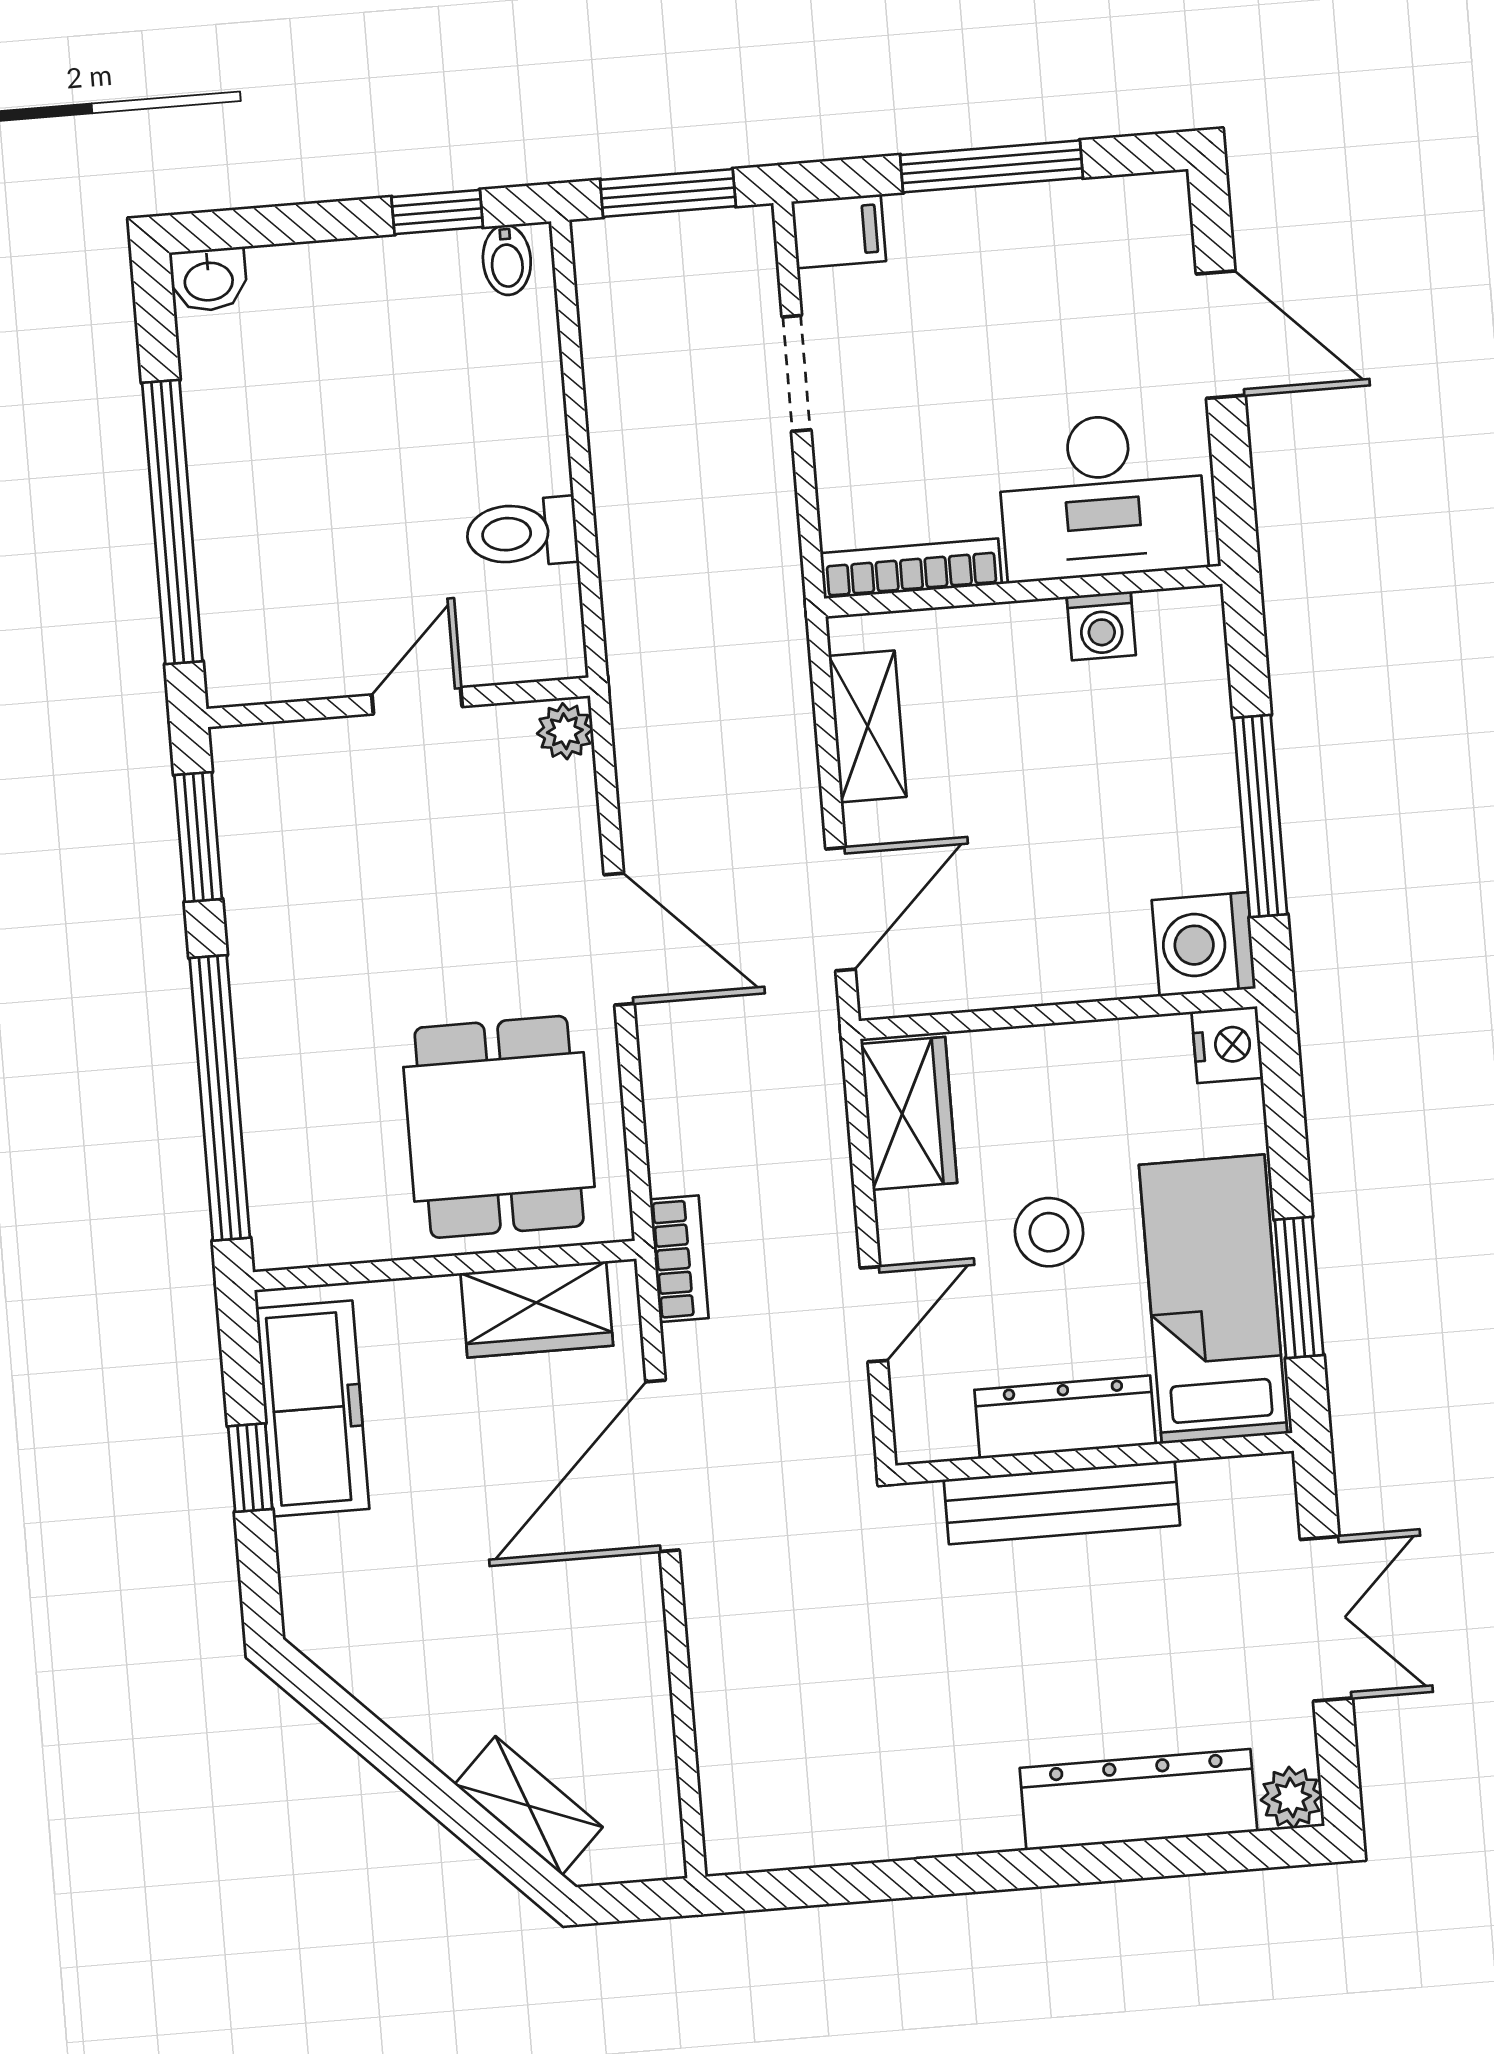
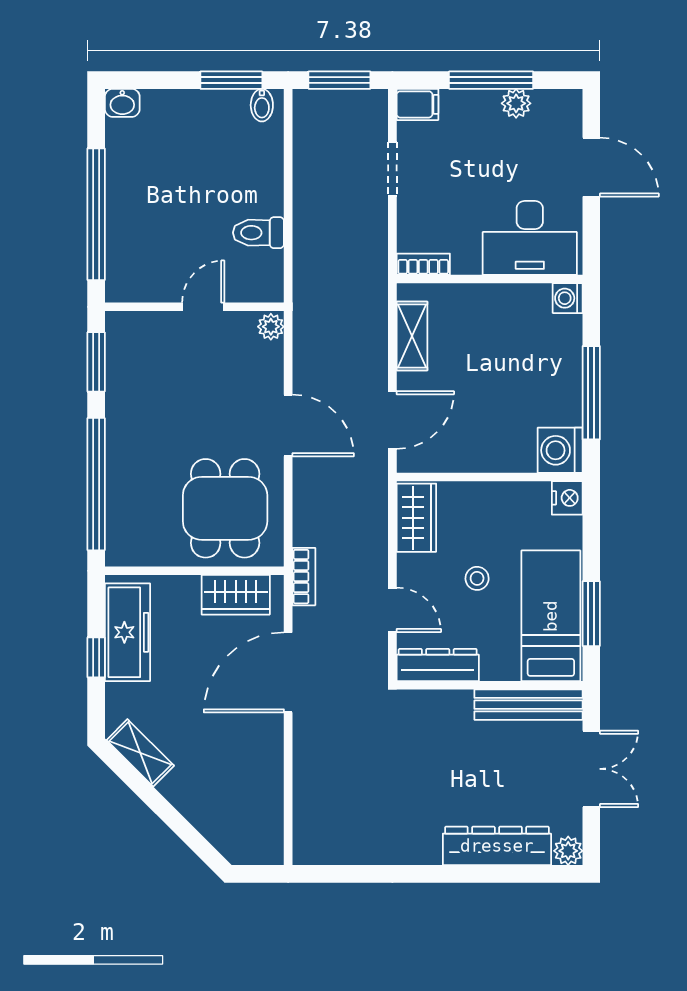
window: (437, 212) -> (231, 80), width x1.50
plant: (1049, 212) -> (516, 103), added
bookcase: (911, 569) -> (423, 264), width x0.64
washing machine: (1101, 626) -> (568, 298), moved, turned 90
stool: (1049, 1232) -> (477, 578), width x0.73, depth x0.73
door: (874, 1314) -> (392, 610), hinge flipped
dresser: (1065, 1417) -> (438, 665), moved
bench: (1062, 1502) -> (528, 705), moved
shelving: (529, 1806) -> (140, 753), moved

